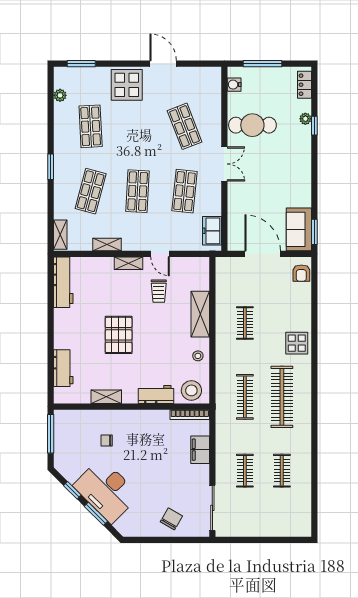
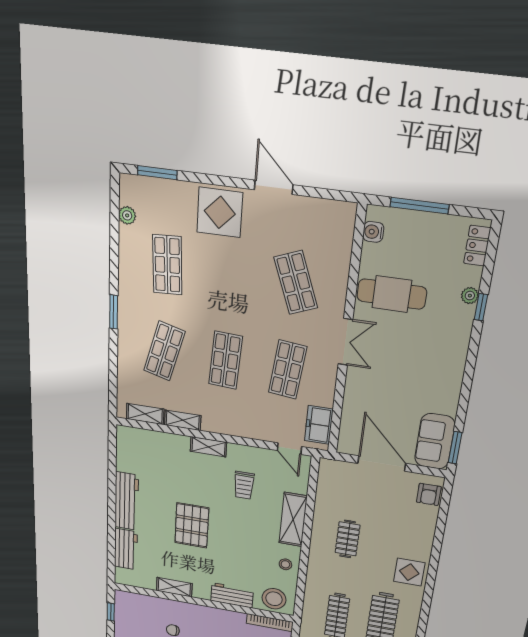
shelving: (60, 235) -> (145, 414), moved, turned 90
door: (160, 254) -> (289, 449), moved
workbench: (63, 282) -> (127, 501), moved
window: (51, 434) -> (111, 612), width x0.46

